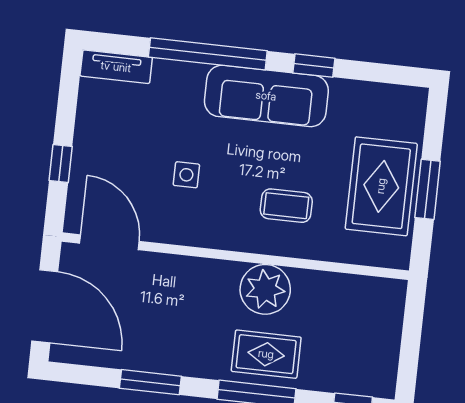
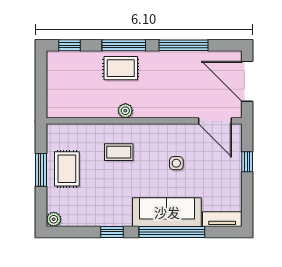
sofa: (266, 96) -> (167, 212), moved
plant: (415, 100) -> (54, 219), added
rug: (381, 186) -> (67, 169), width x0.73, depth x0.70
plant: (265, 289) -> (125, 111), width x0.53, depth x0.53
window: (150, 382) -> (184, 45), width x1.44

